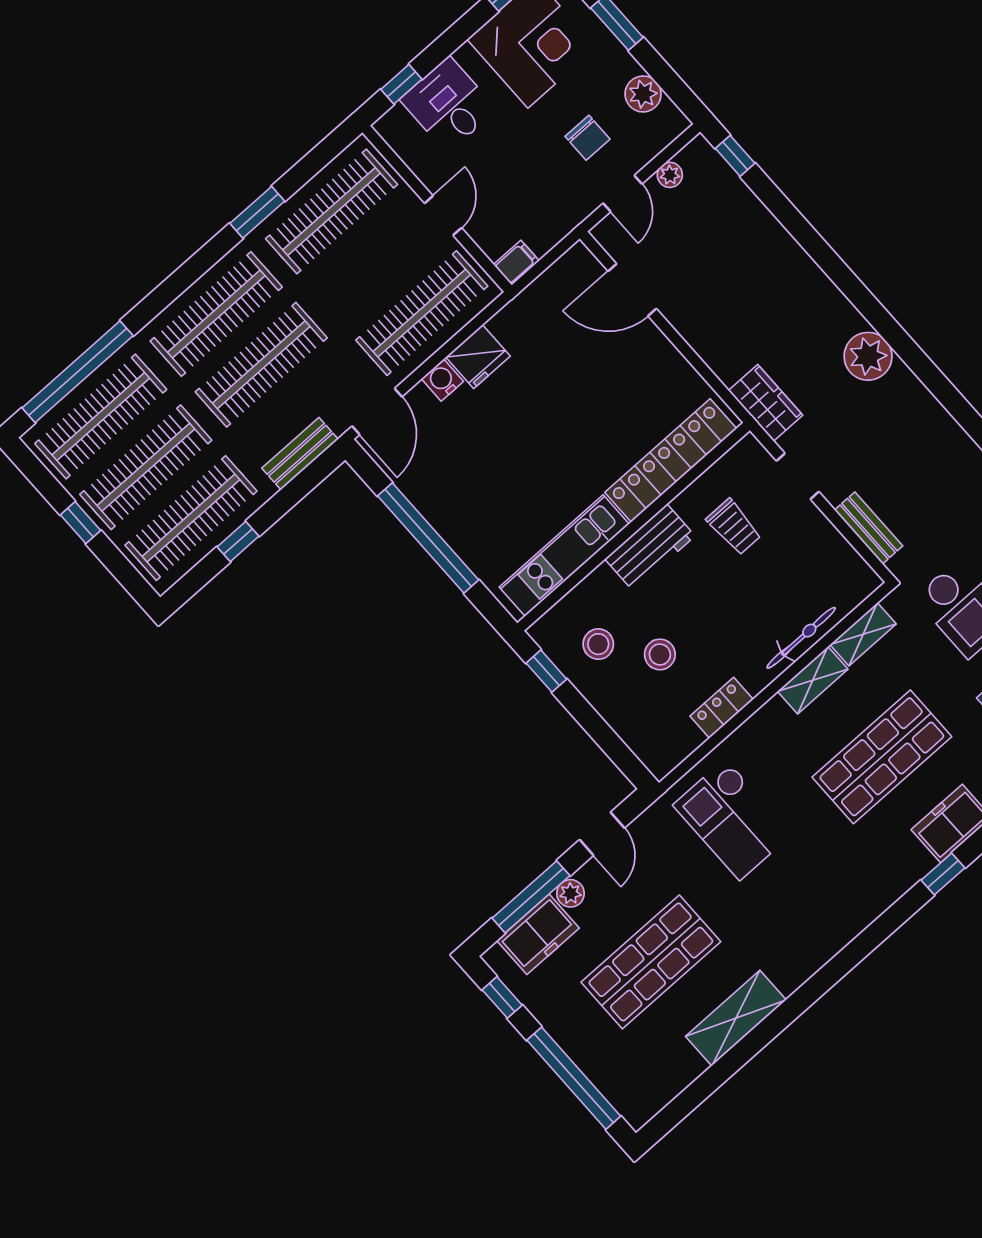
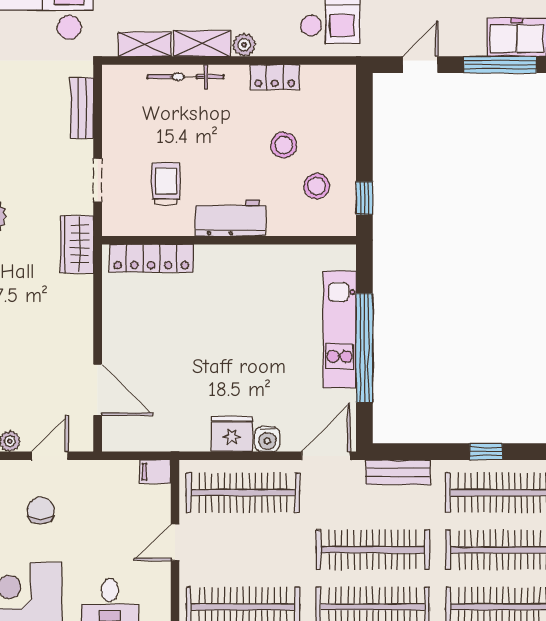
locker: (671, 460) -> (151, 258), width x0.71, depth x0.83
kitchen unit: (564, 555) -> (340, 330), moved, turned 90
plant: (570, 893) -> (244, 45), moved

